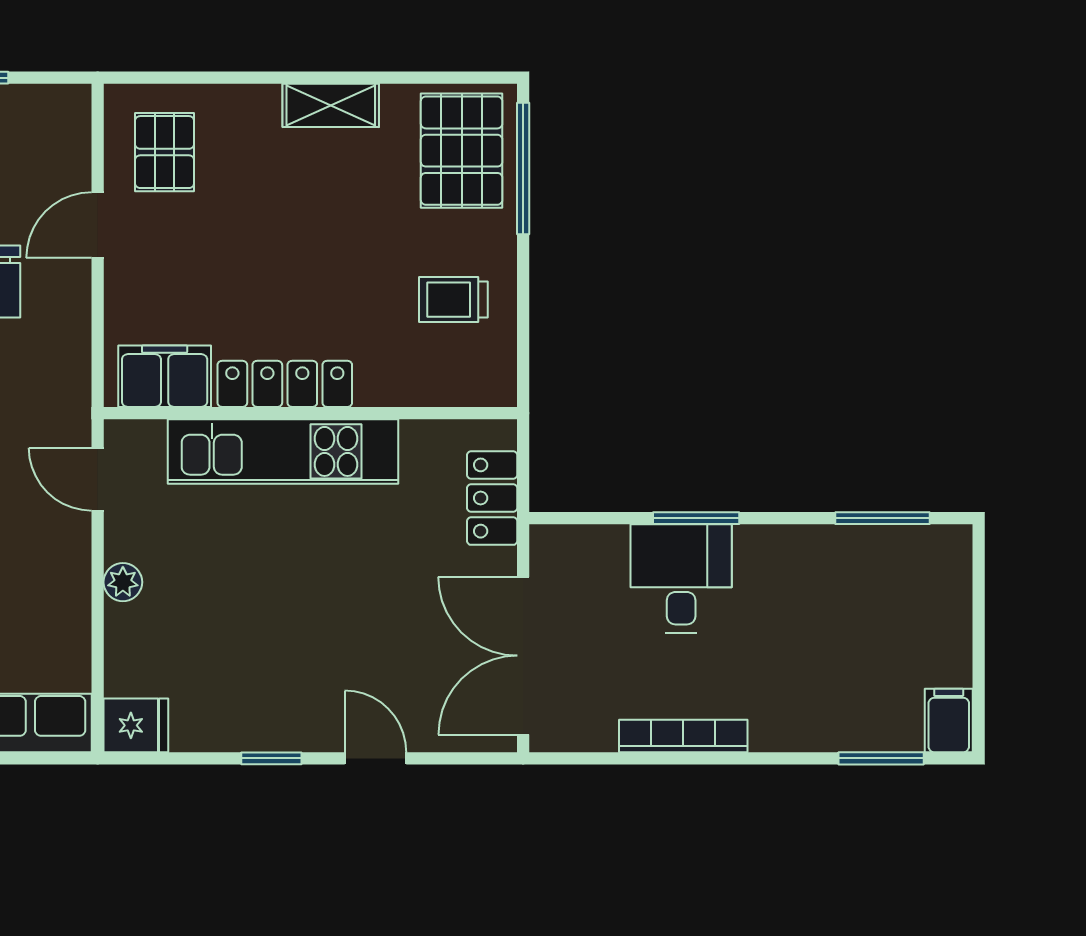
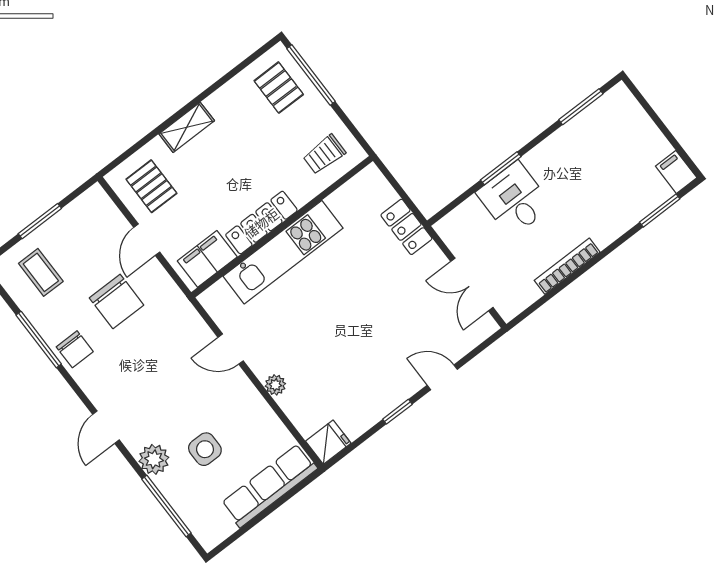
shelving: (331, 105) -> (187, 127), moved
pallet: (462, 151) -> (279, 88), width x0.67, depth x0.71
filing cabinet: (165, 376) -> (207, 259), moved
locker: (285, 384) -> (261, 223), moved
wall: (310, 413) -> (282, 227), moved
kitchen unit: (283, 451) -> (283, 252), moved
double door: (523, 656) -> (472, 284), width x0.73

